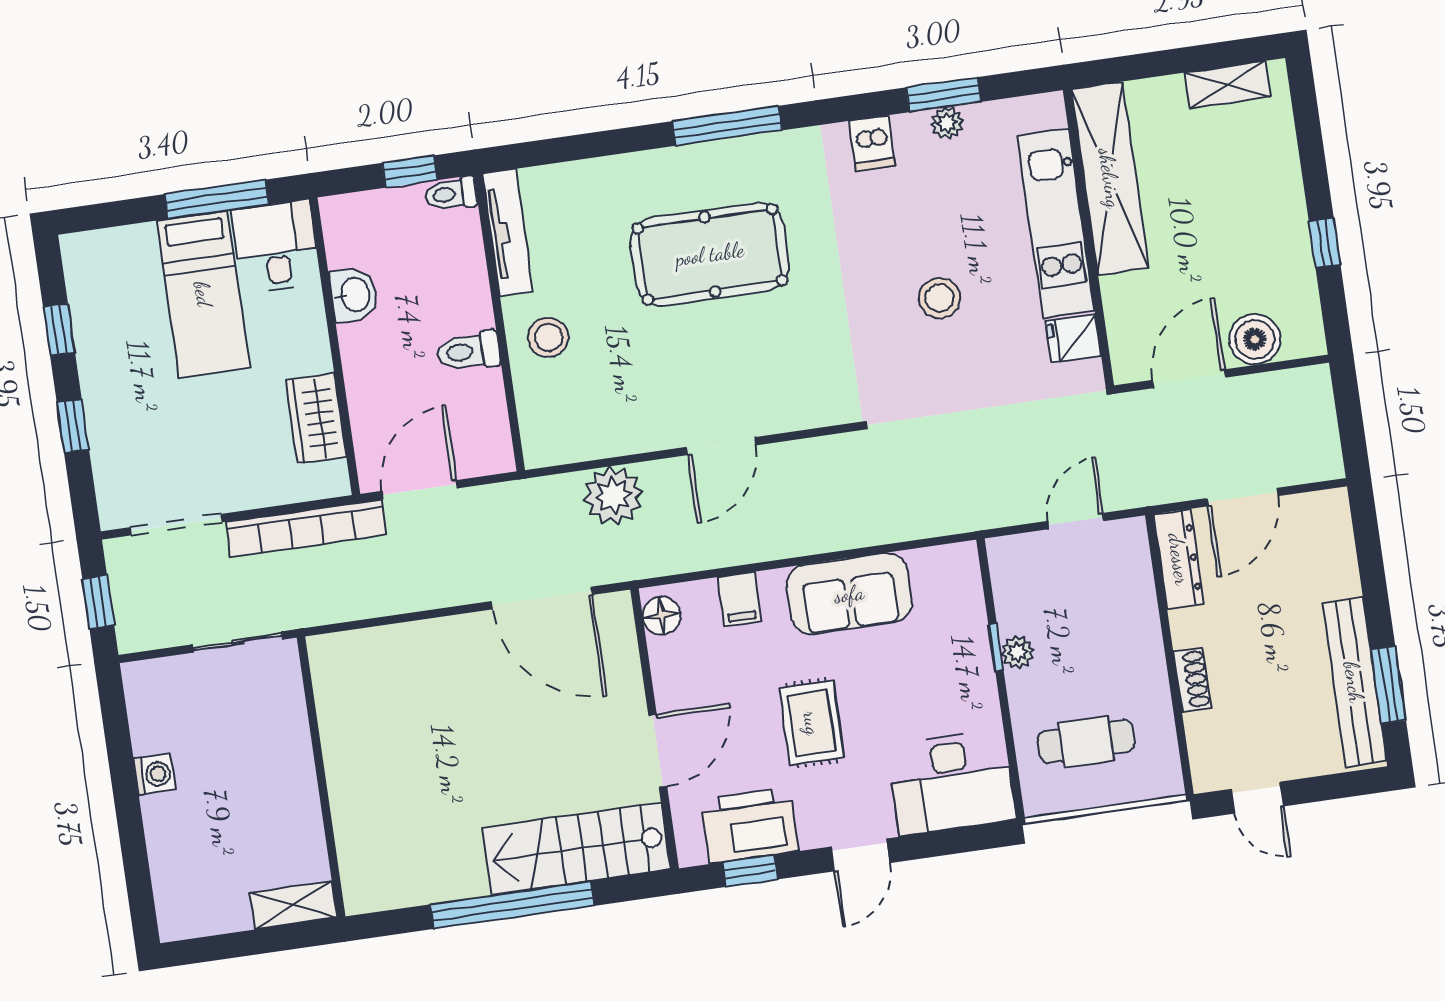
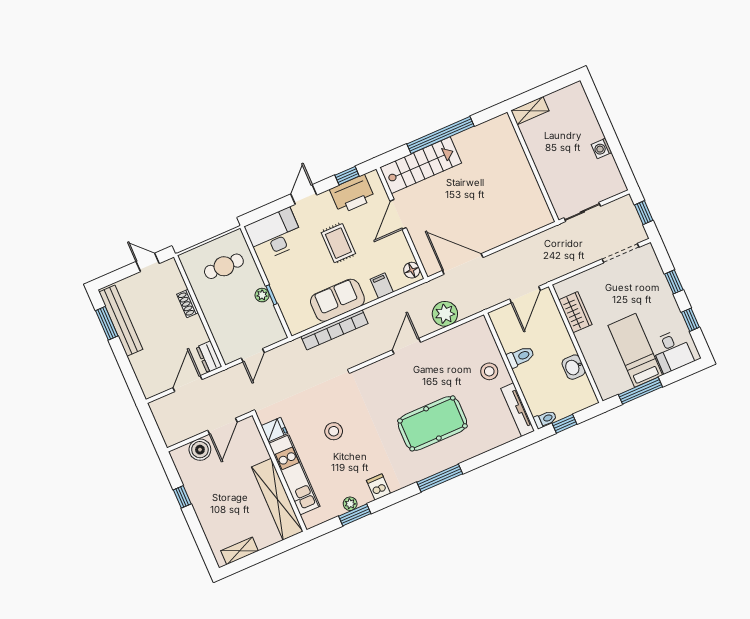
desk: (276, 247) -> (672, 351), moved
bookcase: (306, 528) -> (335, 330), moved, turned 180
dresser: (1179, 559) -> (209, 357), width x0.70

